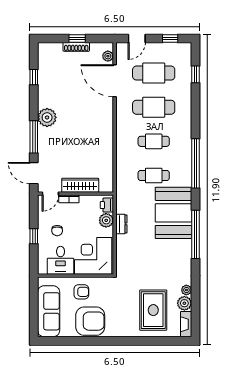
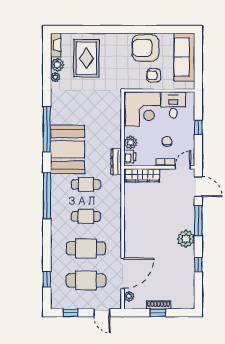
door: (137, 38) -> (102, 313), swing flipped
window: (34, 77) -> (198, 265), moved
door: (115, 81) -> (123, 273), hinge flipped
wardrobe: (80, 185) -> (143, 175), moved
dresser: (121, 224) -> (116, 162), moved, width x1.44
chair: (57, 231) -> (167, 141), moved

